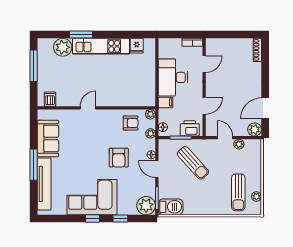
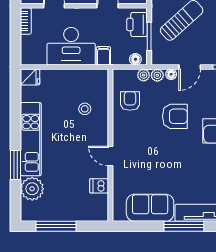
fridge: (137, 46) -> (30, 77), moved
stool: (124, 88) -> (85, 109), added
dishwasher: (50, 99) -> (99, 186), moved
plant: (150, 114) -> (157, 75), moved

